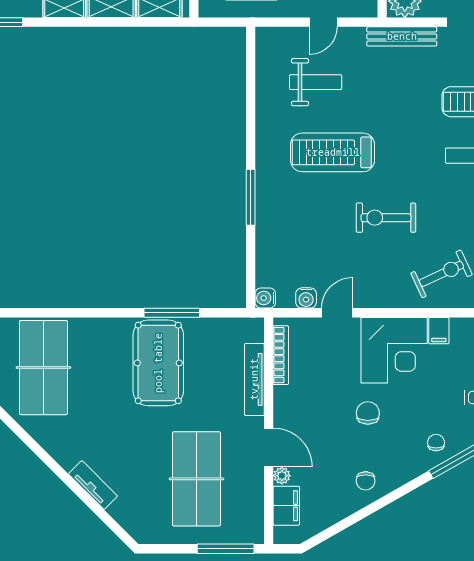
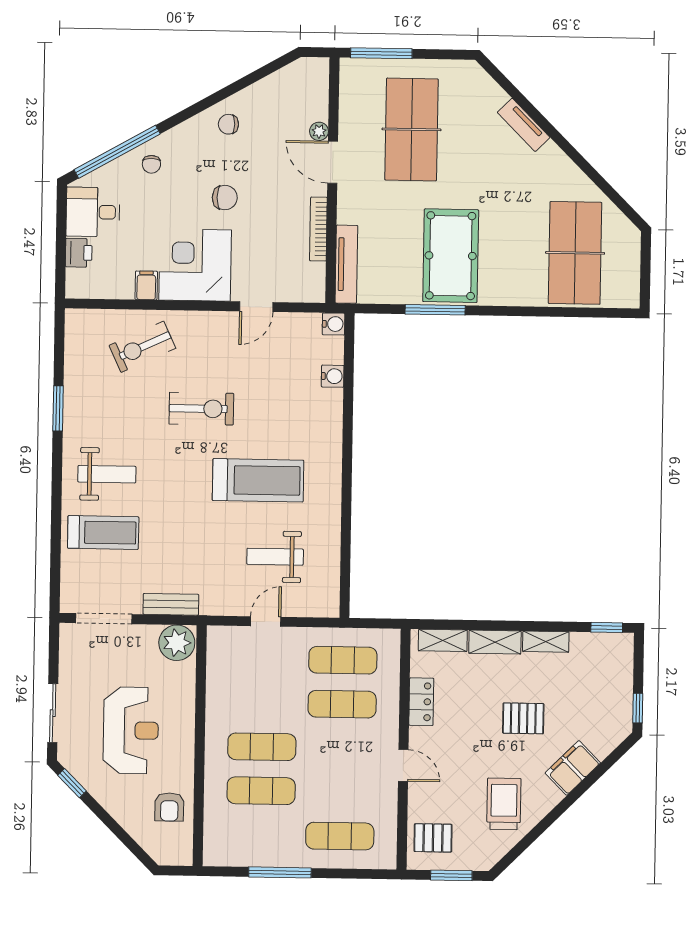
bench: (402, 36) -> (171, 604), width x0.73
window: (251, 197) -> (348, 433), removed
water cooler: (306, 298) -> (333, 376), moved, turned 90
bookcase: (281, 355) -> (318, 229), moved
tv unit: (254, 379) -> (346, 264), moved
chair: (368, 413) -> (225, 198), turned -90
chair: (366, 481) -> (228, 124), turned -90
filing cabinet: (286, 506) -> (315, 99), removed

